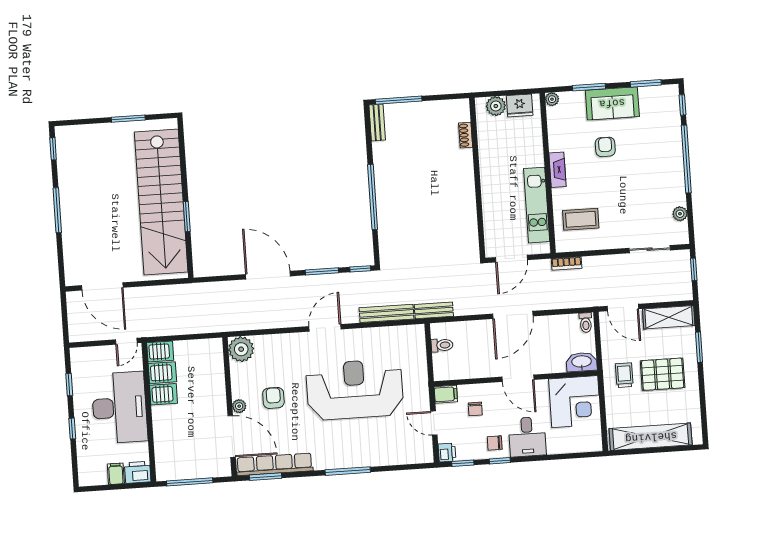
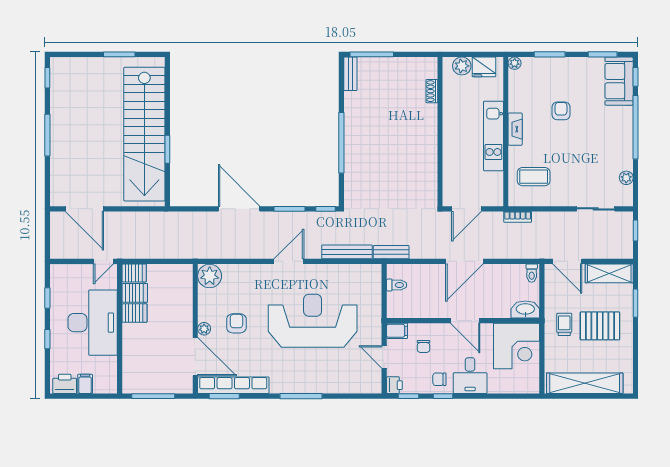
sofa: (612, 103) -> (619, 81), moved, turned 90
kitchen unit: (537, 205) -> (493, 136), moved
printer: (138, 472) -> (65, 384), moved

